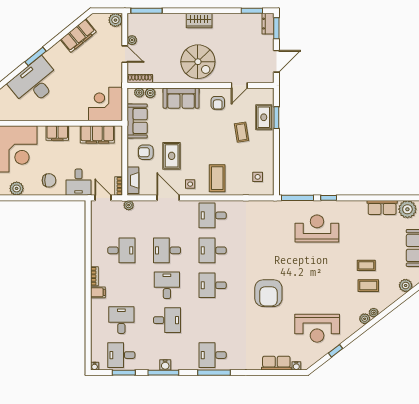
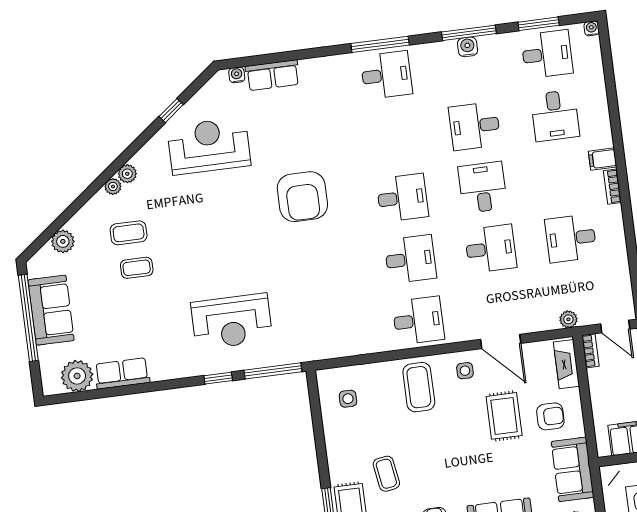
desk: (167, 285) -> (483, 187), turned 180
armchair: (268, 293) -> (302, 197), turned 180

